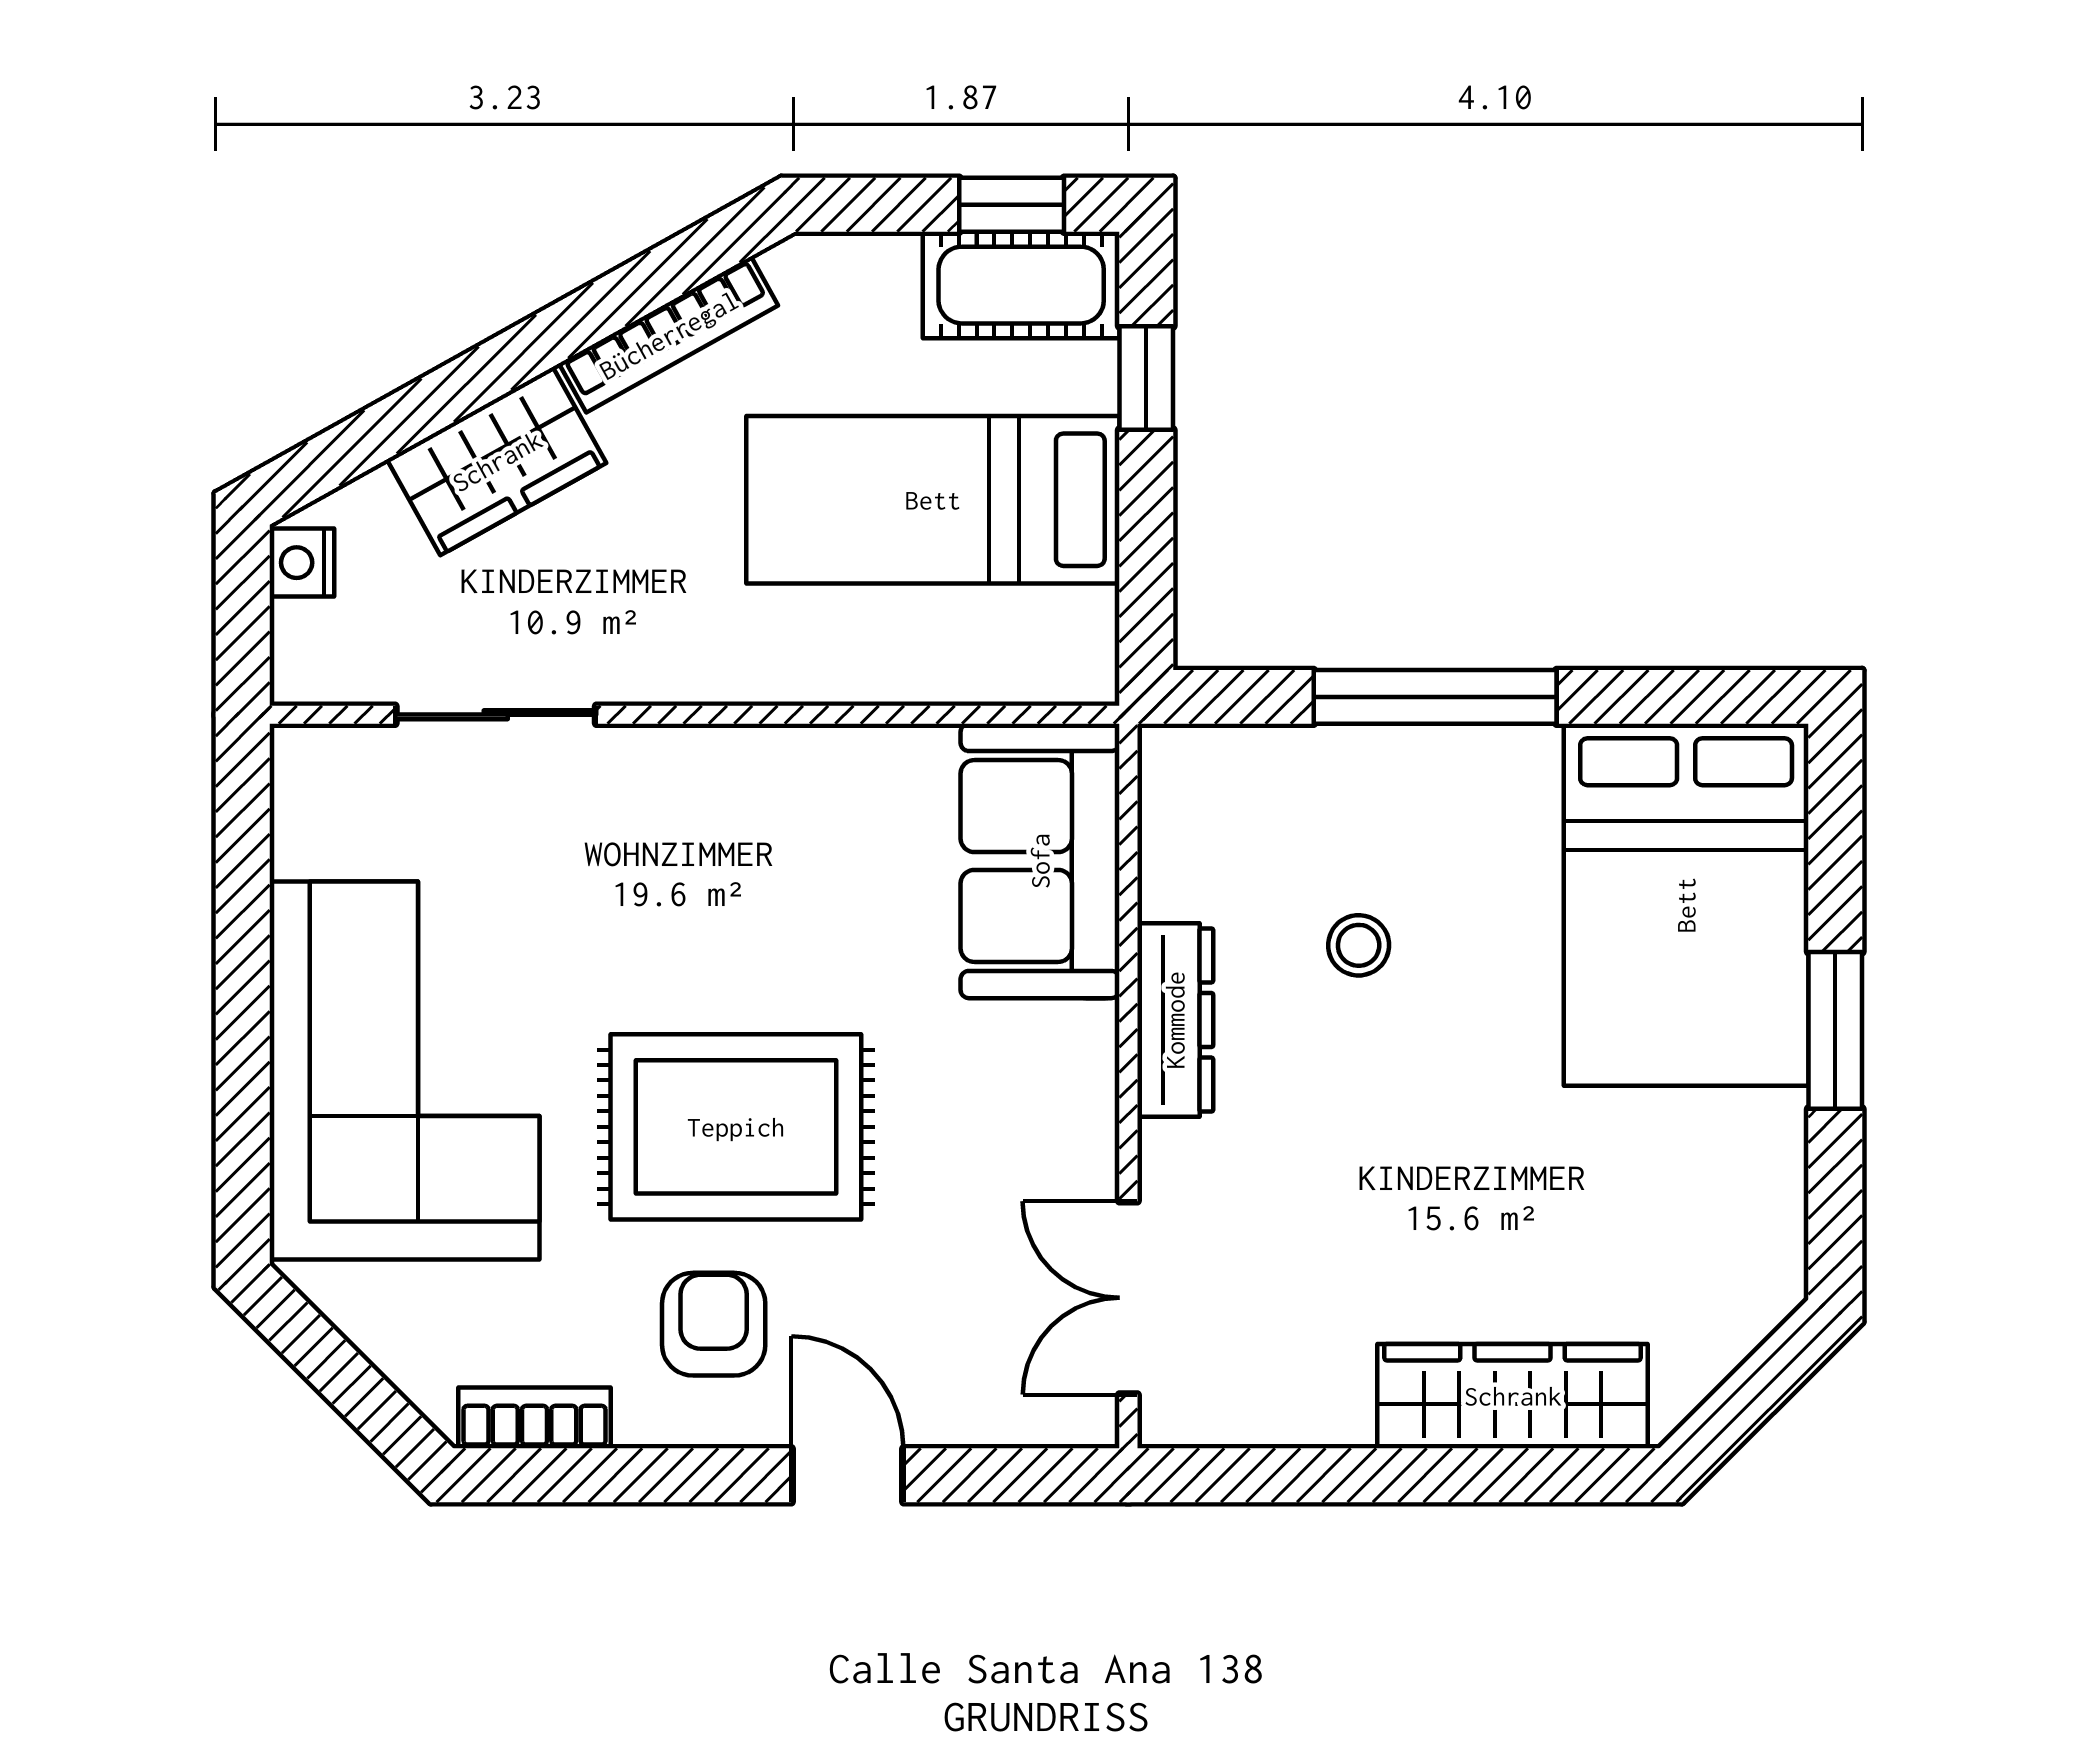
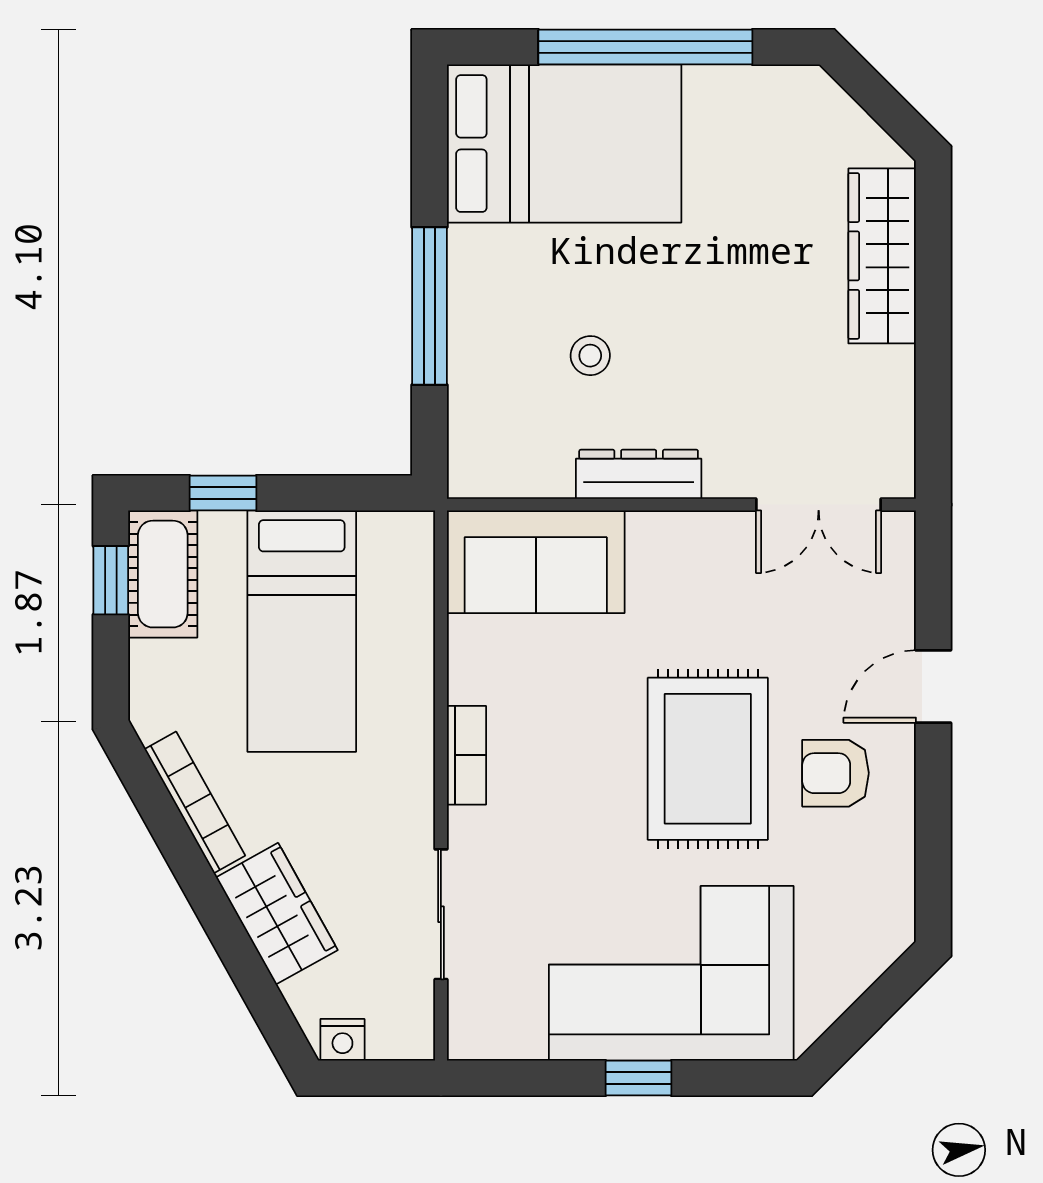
window: (243, 1020) -> (639, 1078), added
window: (1835, 1030) -> (645, 47), width x2.11
bookcase: (535, 1418) -> (467, 755), moved, turned 180

